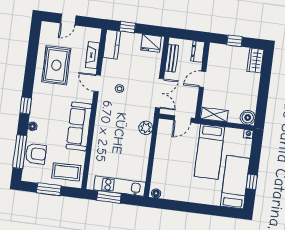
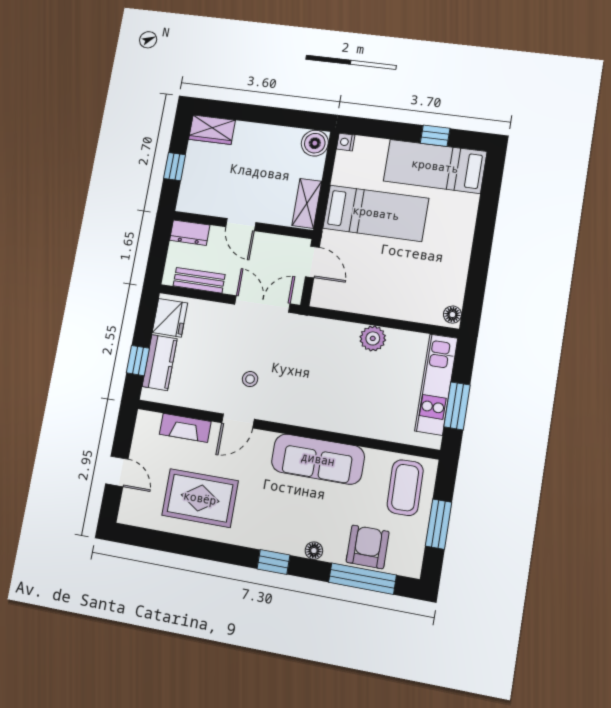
kitchen counter: (112, 44) -> (160, 363), moved, turned 90
plant: (146, 128) -> (373, 338), moved

